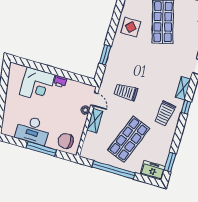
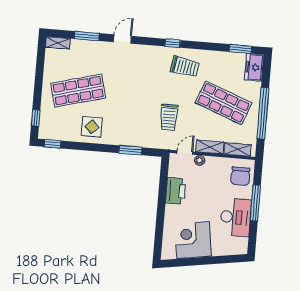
printer: (60, 82) -> (176, 191), width x1.87, depth x1.48
corner desk: (37, 85) -> (193, 240), moved, turned -99
shelving: (183, 88) -> (238, 149), moved

